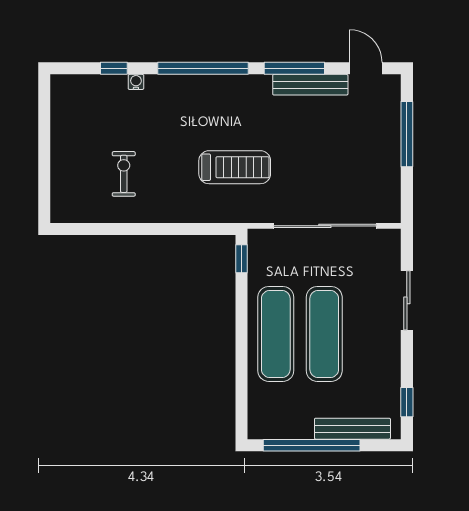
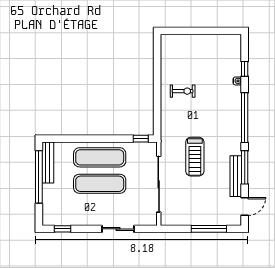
treadmill: (235, 167) -> (195, 157), moved
exercise bike: (124, 174) -> (183, 91), moved
bench: (352, 429) -> (48, 163), moved

